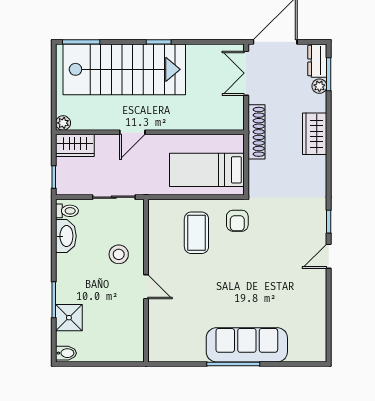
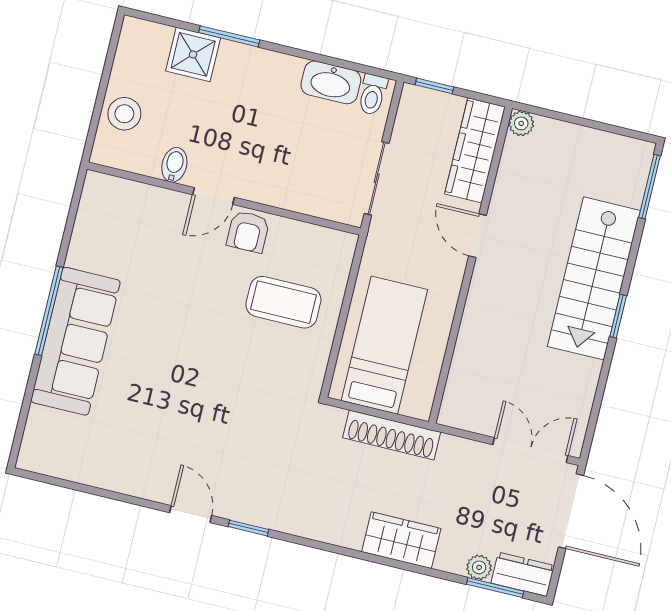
stairs: (124, 69) -> (594, 278), width x0.73, depth x0.66
shoe rack: (257, 132) -> (392, 435), moved
wardrobe: (75, 145) -> (475, 150), width x1.50
armchair: (237, 221) -> (248, 232), moved, turned -90
stool: (119, 254) -> (124, 114), moved
bidet: (66, 353) -> (174, 165), moved, turned 180

